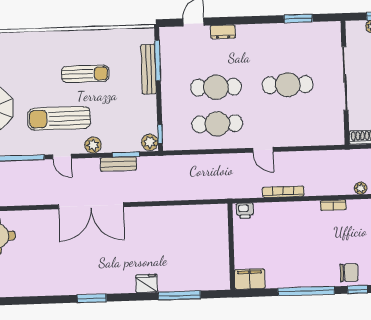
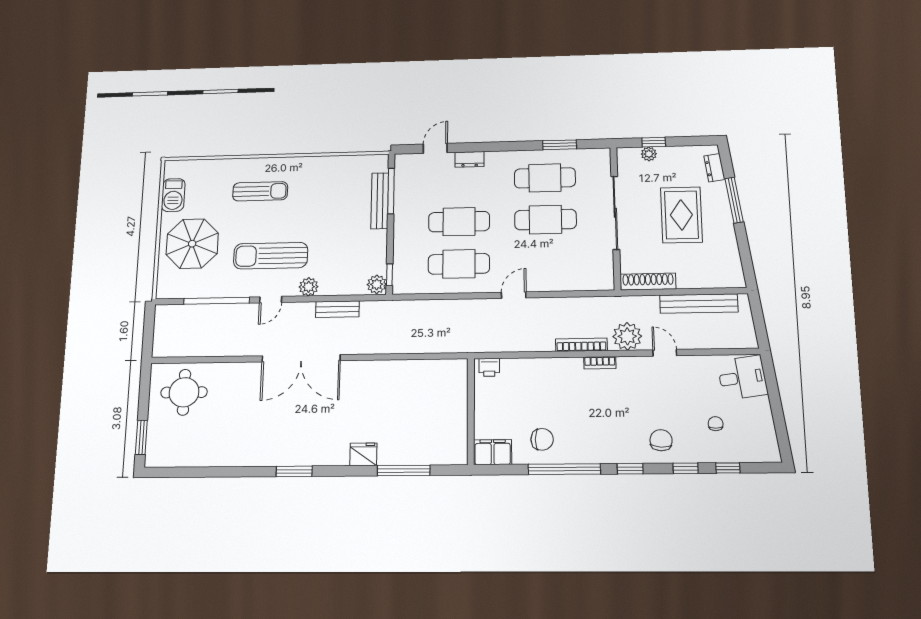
cafe table: (286, 48) -> (545, 178), added
sun lounger: (85, 74) -> (260, 191), moved
door: (263, 150) -> (514, 295), swing flipped
window: (126, 154) -> (347, 298), removed
door: (62, 157) -> (271, 300), hinge flipped
plant: (361, 188) -> (627, 336), width x1.88, depth x1.88
bookcase: (283, 192) -> (581, 345), moved
chair: (349, 273) -> (542, 439), moved

